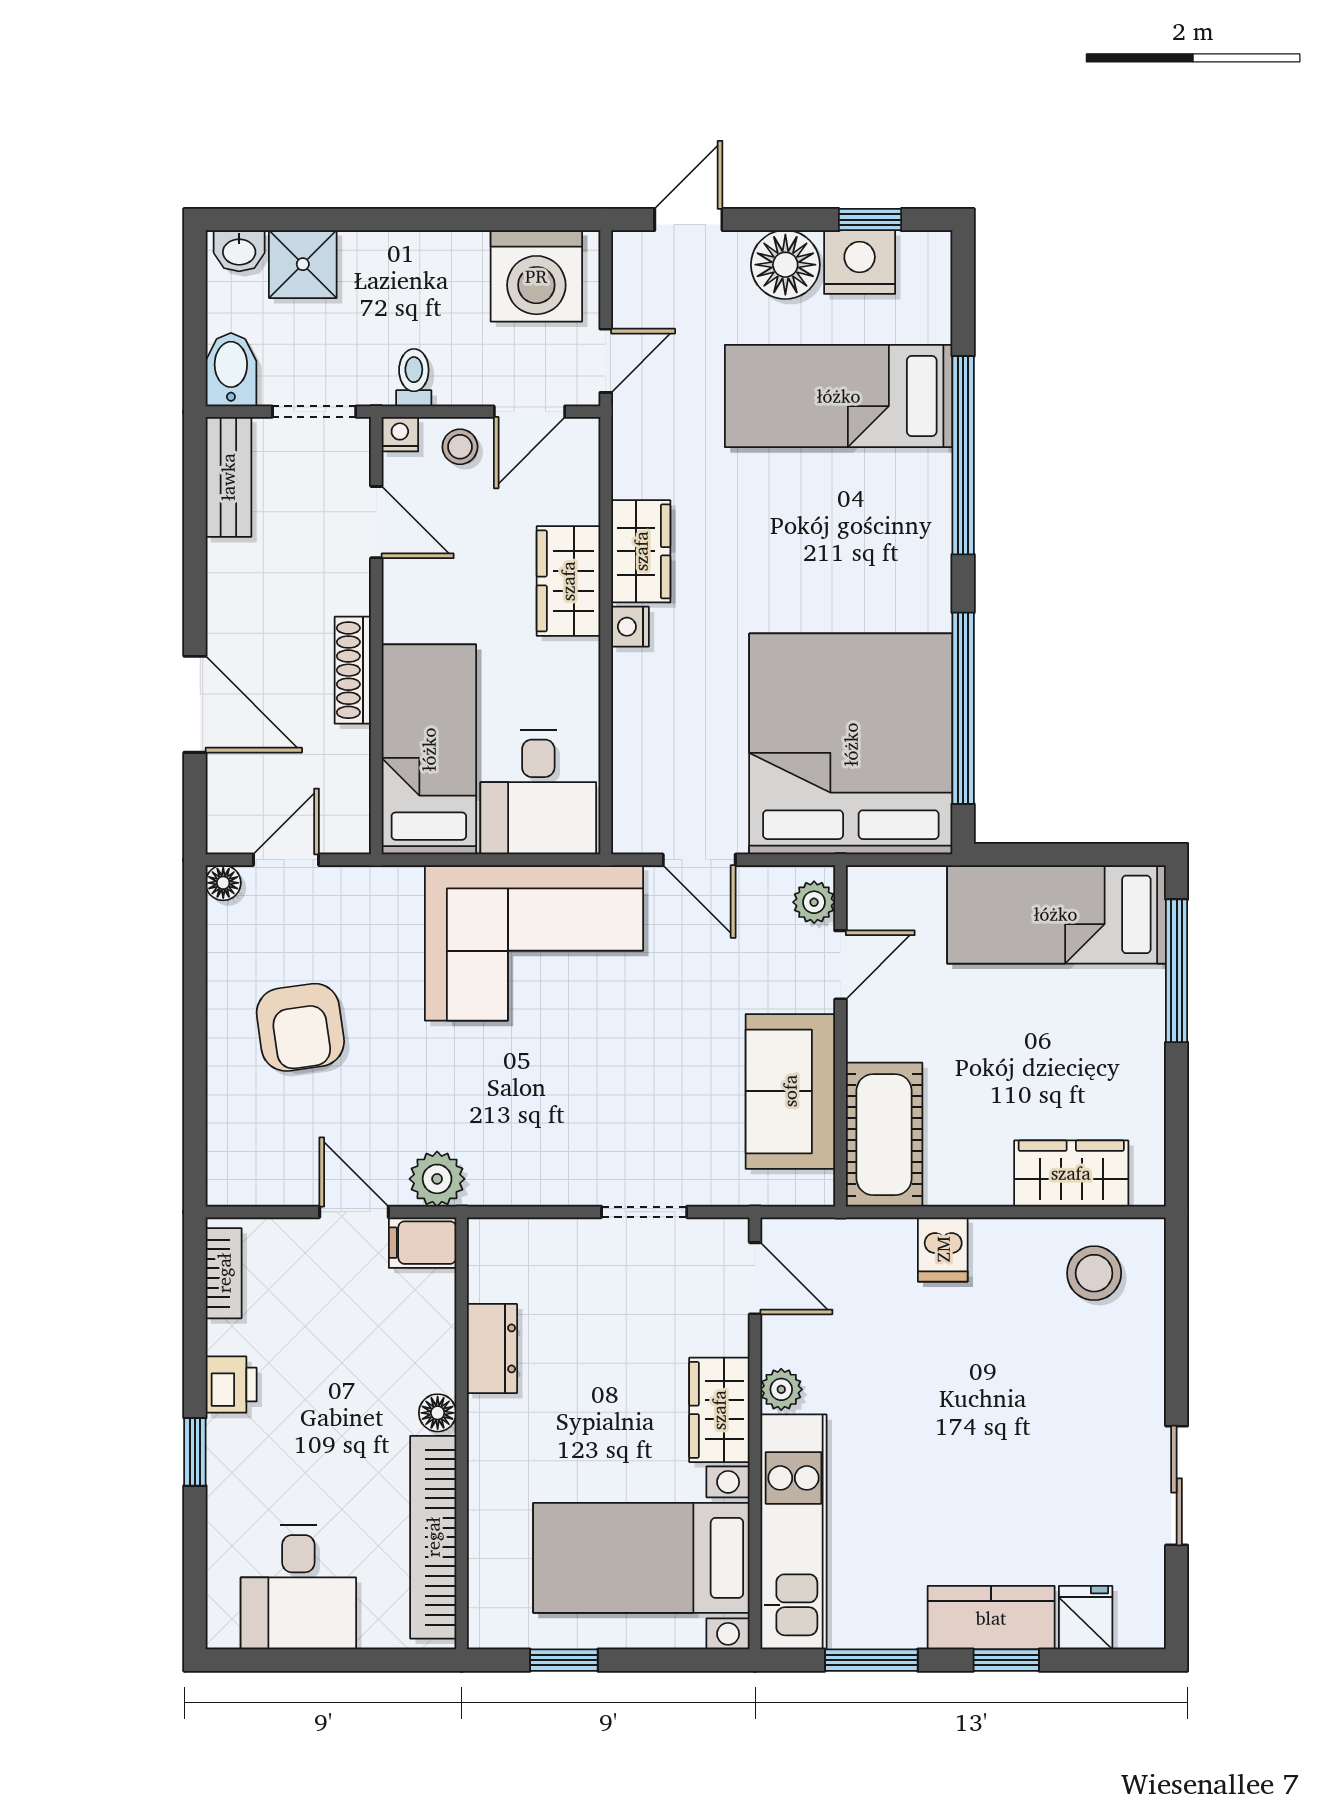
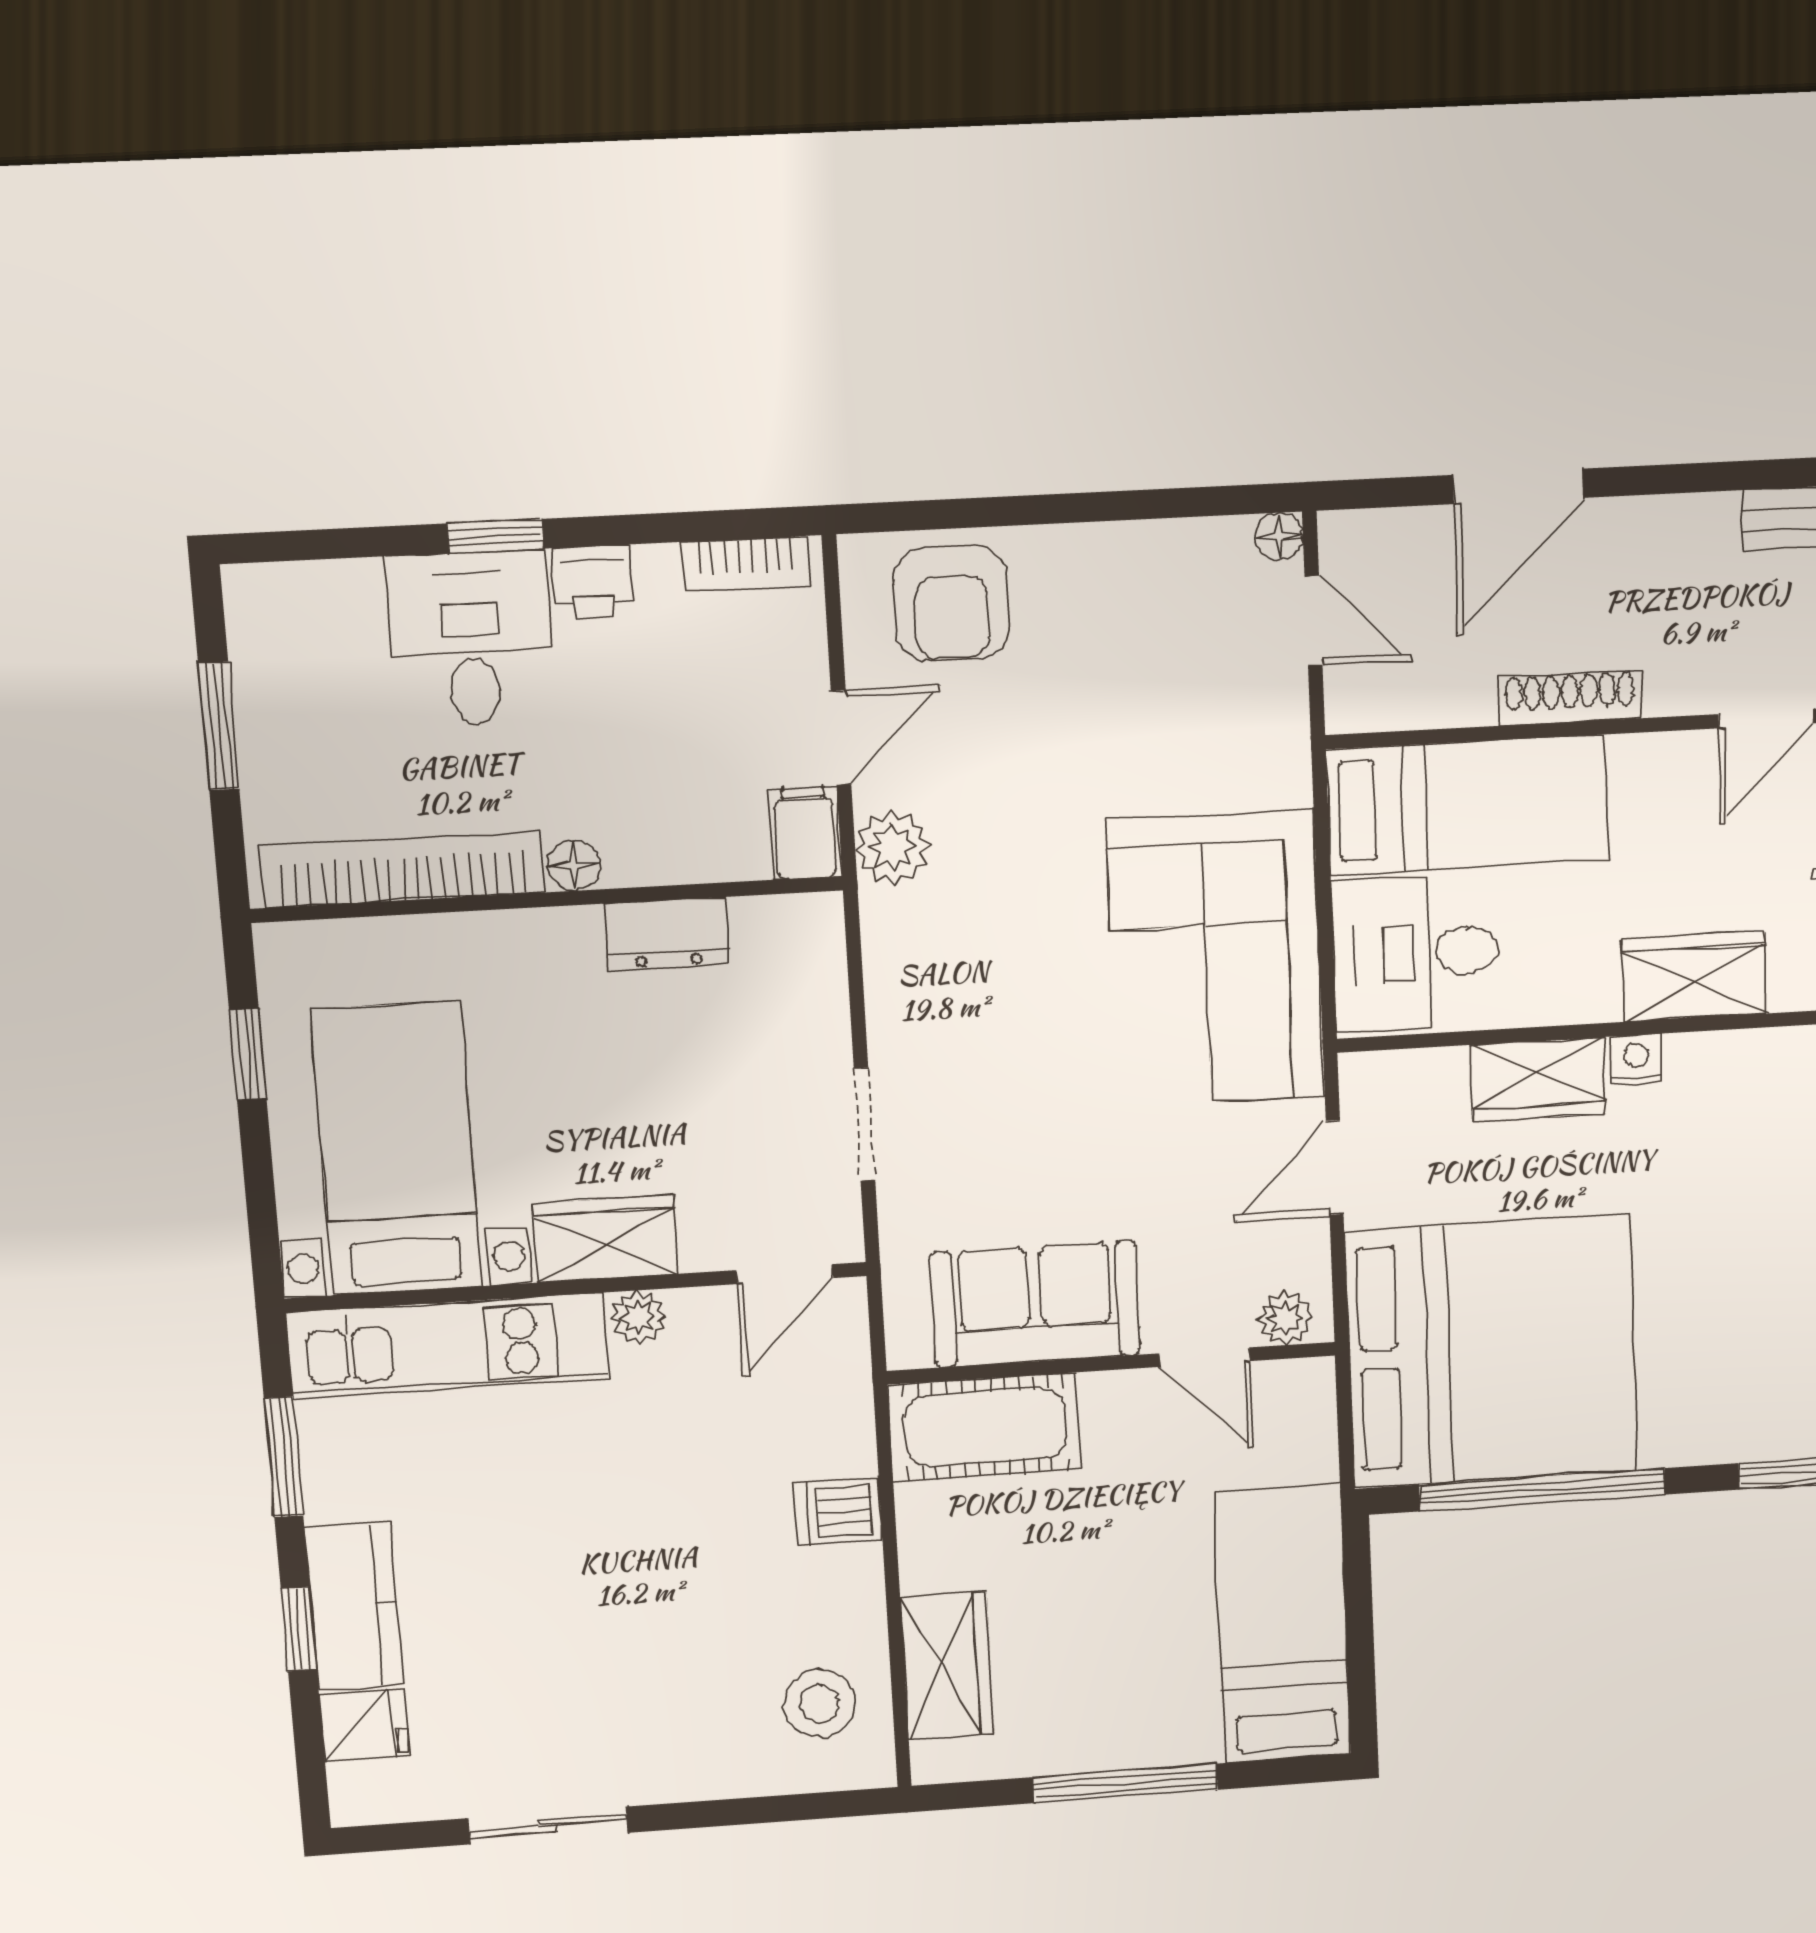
wardrobe: (641, 551) -> (1539, 1079), moved
window: (1177, 971) -> (1125, 1783), moved
armchair: (300, 1027) -> (952, 604), moved, turned -82
desk: (298, 1587) -> (471, 638), moved, turned 90
window: (322, 1660) -> (219, 726), added

